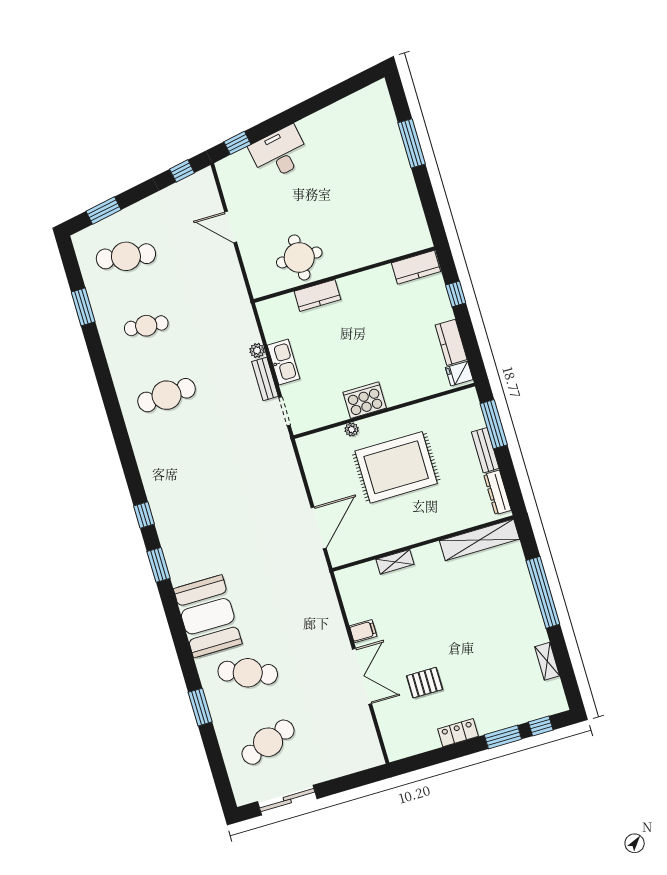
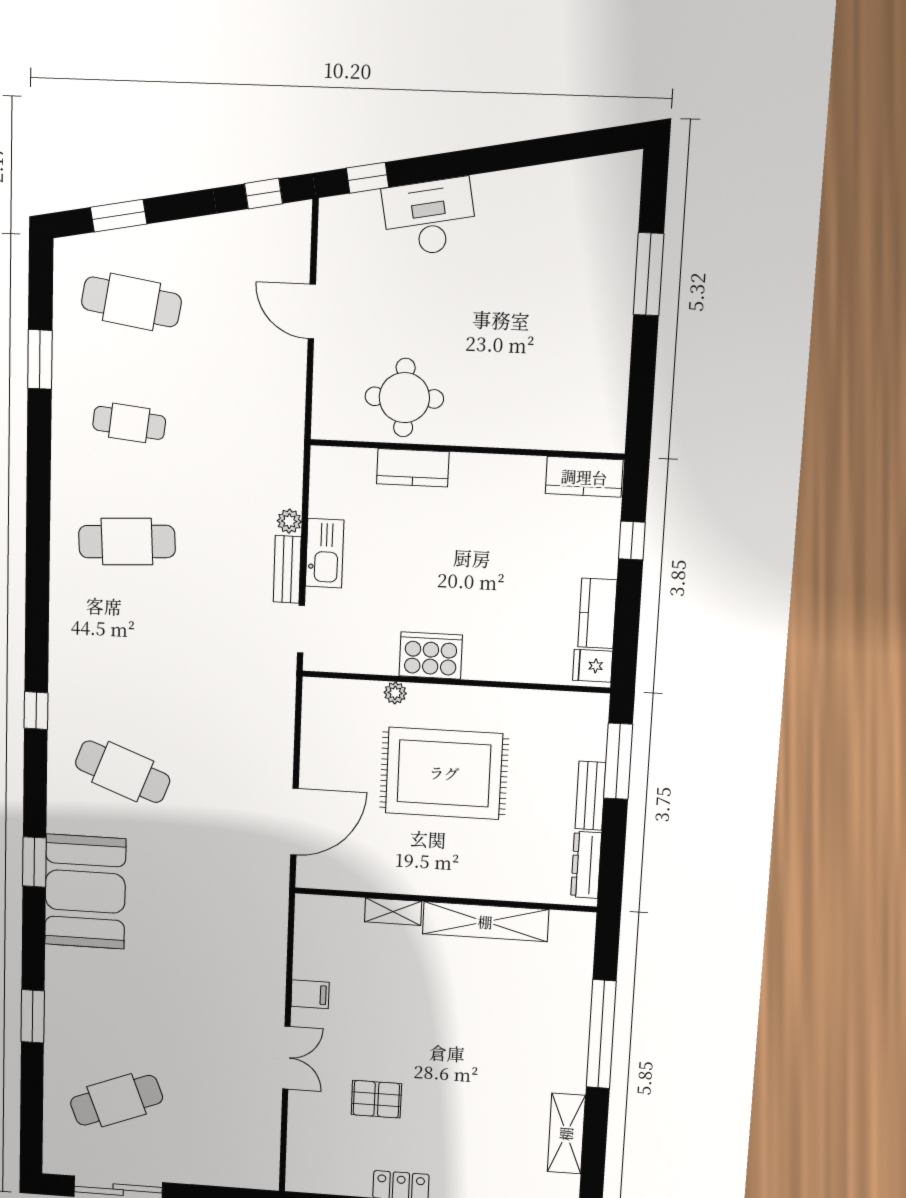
shelving: (480, 540) -> (485, 922), moved
window: (159, 565) -> (34, 862), moved
shelving: (547, 661) -> (566, 1134), width x1.50, depth x1.33
cafe table: (248, 673) -> (123, 772), moved
double door: (362, 676) -> (286, 1058), width x0.73

